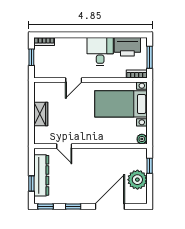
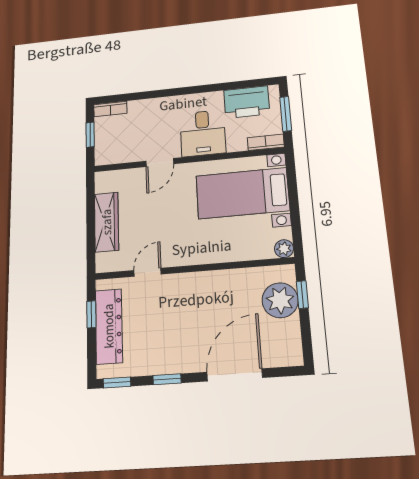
desk: (100, 52) -> (203, 133), moved, turned 180
wardrobe: (41, 114) -> (107, 222), width x1.50
door: (64, 146) -> (147, 272), swing flipped
plant: (137, 180) -> (280, 300), moved
window: (31, 184) -> (91, 314), moved

